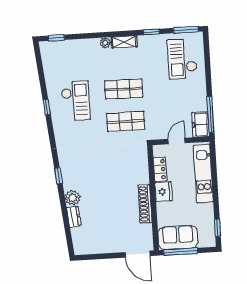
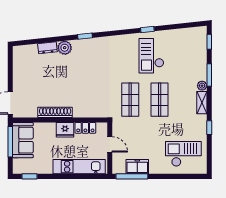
window: (186, 30) -> (209, 75), moved
checkout: (76, 101) -> (151, 56), turned 90
freezer: (200, 124) -> (137, 167), moved

